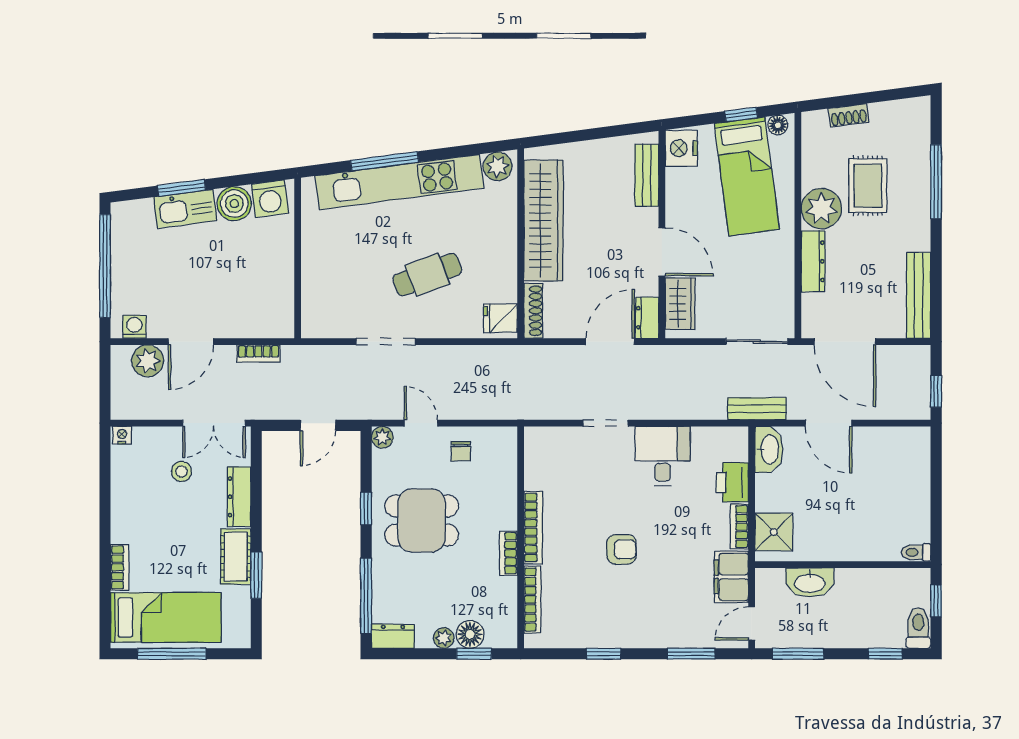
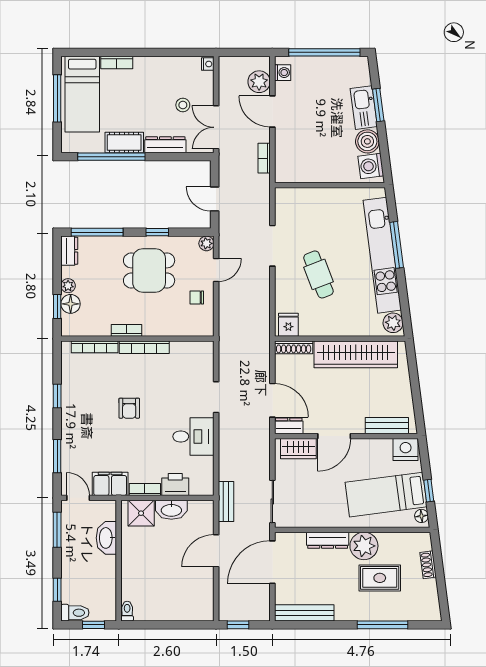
washbasin: (769, 449) -> (171, 510), moved
dining table: (422, 520) -> (149, 270), turned 90
window: (256, 575) -> (111, 157), width x2.11

